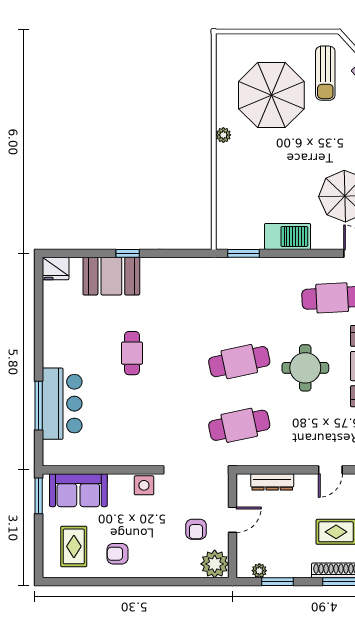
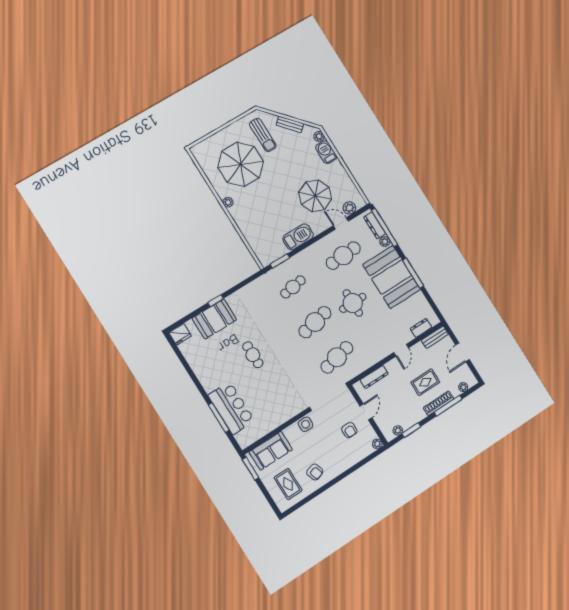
cafe table: (239, 298) -> (293, 287), added
armchair: (117, 554) -> (315, 472), turned -108
plant: (215, 564) -> (377, 444), width x0.53, depth x0.53

